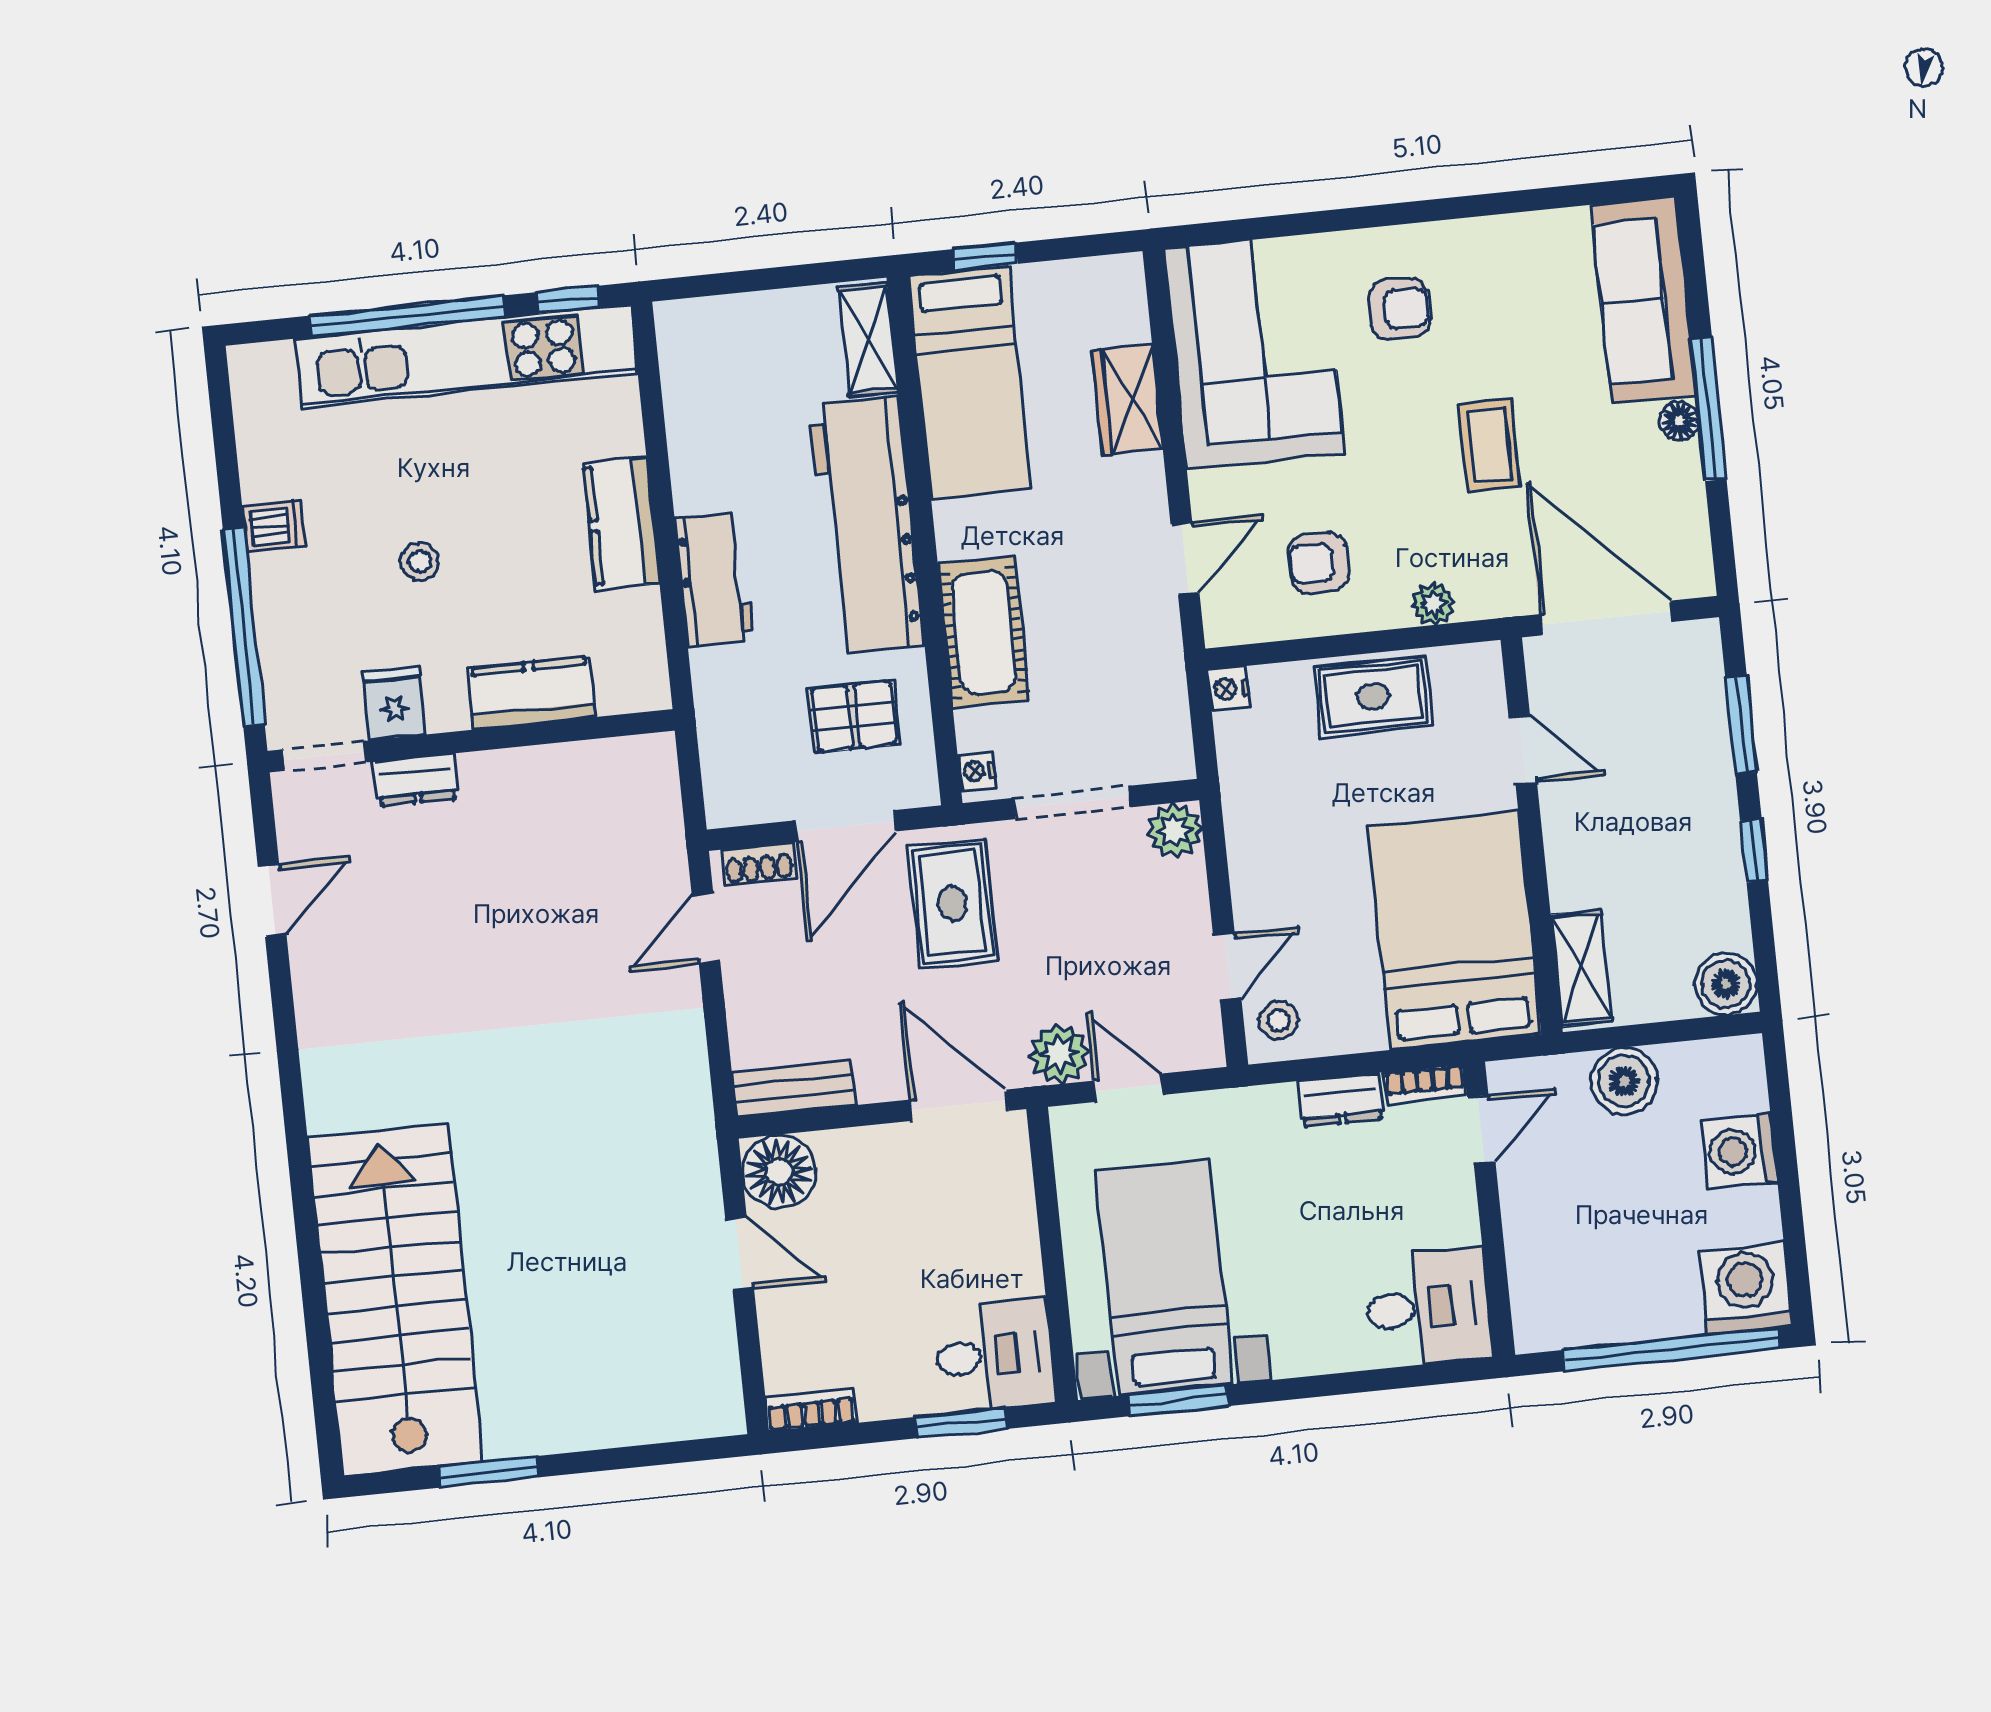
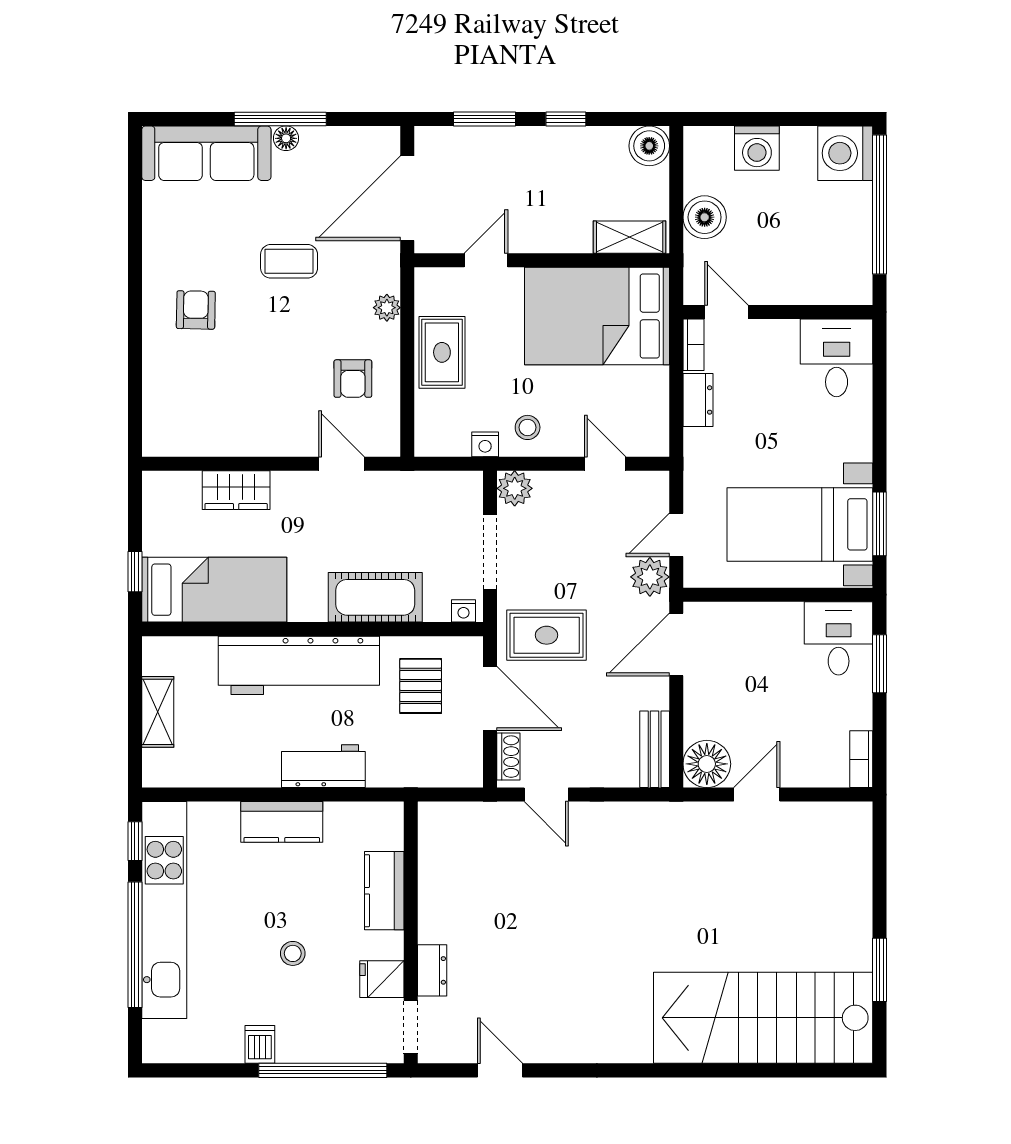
shelving: (868, 339) -> (158, 712), moved, turned 90
corner sofa: (1254, 351) -> (213, 406), removed
nightstand: (1229, 688) -> (485, 444), moved
stool: (1279, 1020) -> (528, 427), moved

